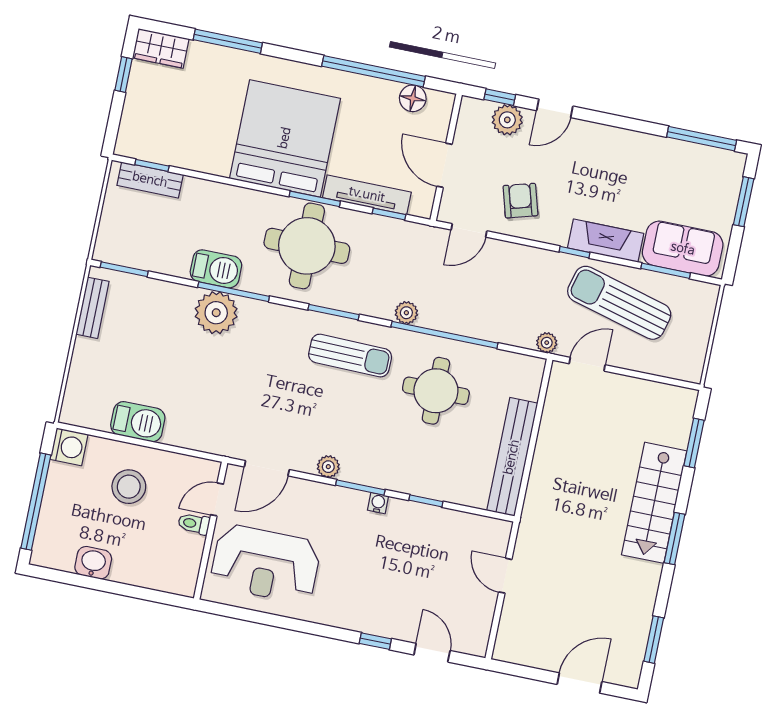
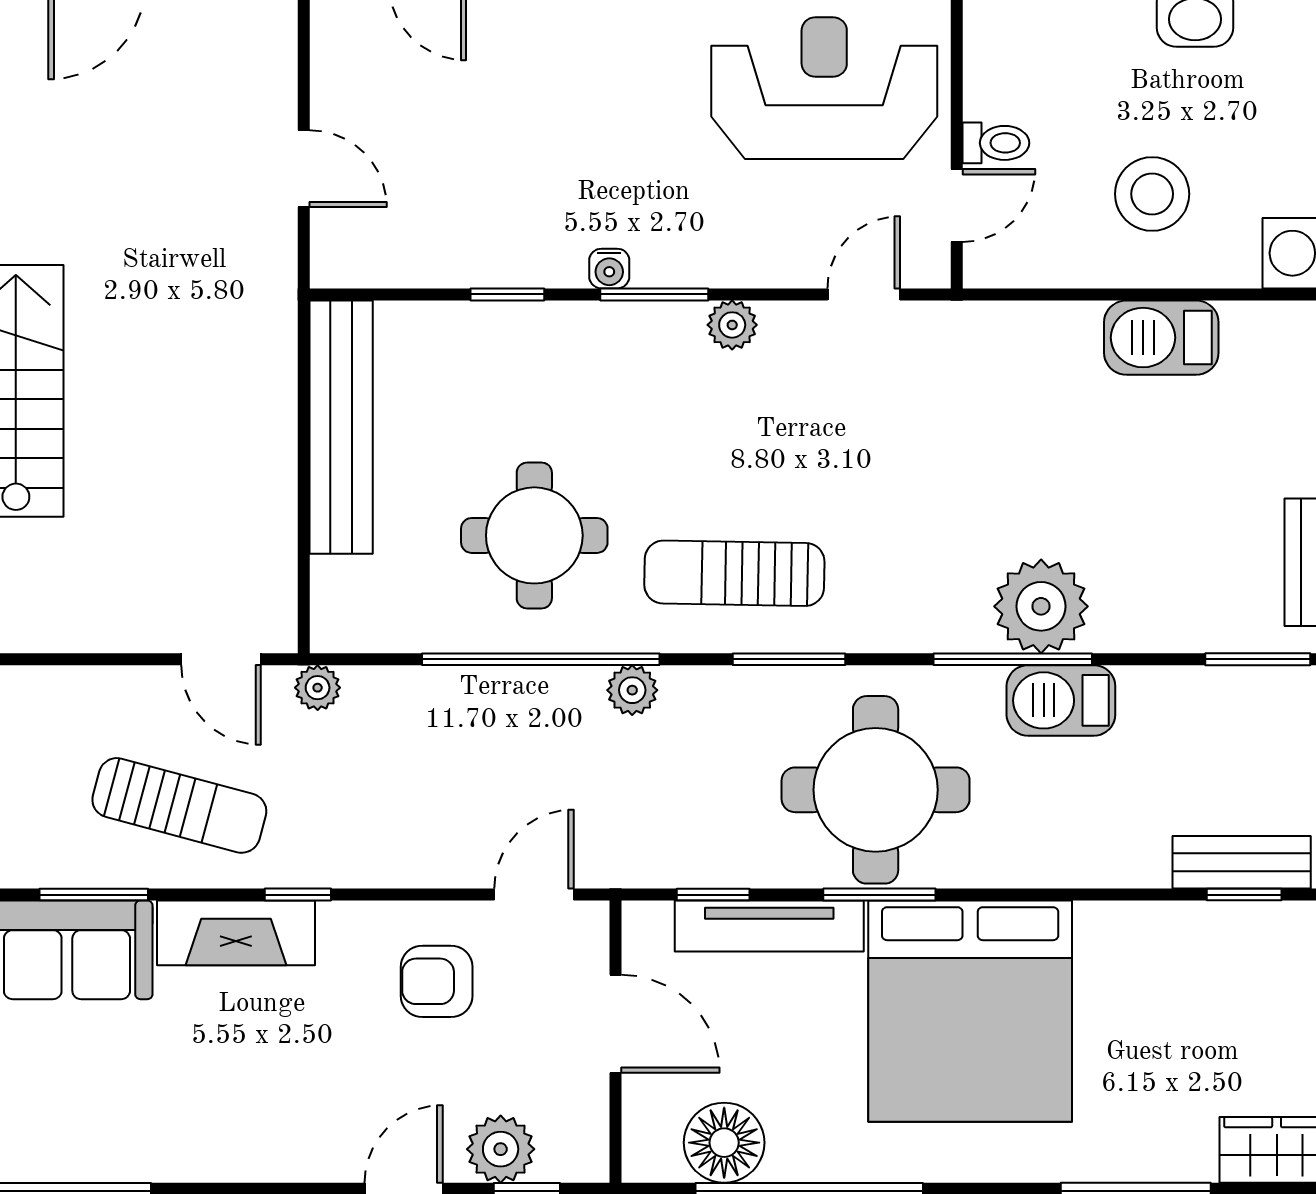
floor lamp: (413, 98) -> (724, 1143), width x1.38, depth x1.38
armchair: (520, 201) -> (437, 981), turned 106
sun lounger: (619, 303) -> (179, 805), width x0.73, depth x0.75
door: (587, 364) -> (221, 659), hinge flipped
door: (267, 468) -> (864, 294), width x0.73

